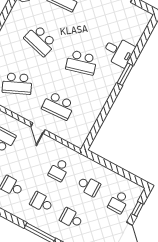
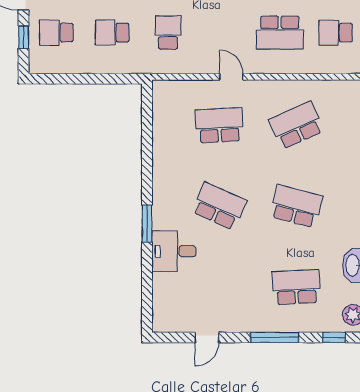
school desk: (81, 63) -> (219, 206), turned 39
school desk: (119, 202) -> (56, 33), turned -90

